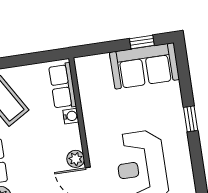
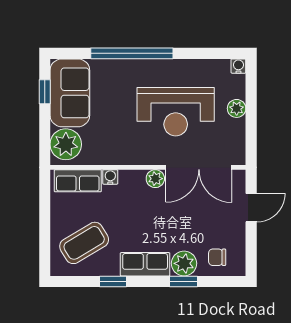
plant: (95, 69) -> (66, 144), added
window: (191, 119) -> (132, 53), width x3.17

